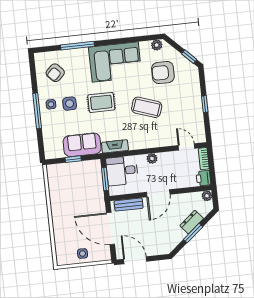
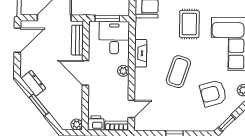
armchair: (163, 73) -> (213, 93), turned -106
fireplace: (115, 146) -> (141, 53), moved
dresser: (192, 222) -> (33, 83), moved

